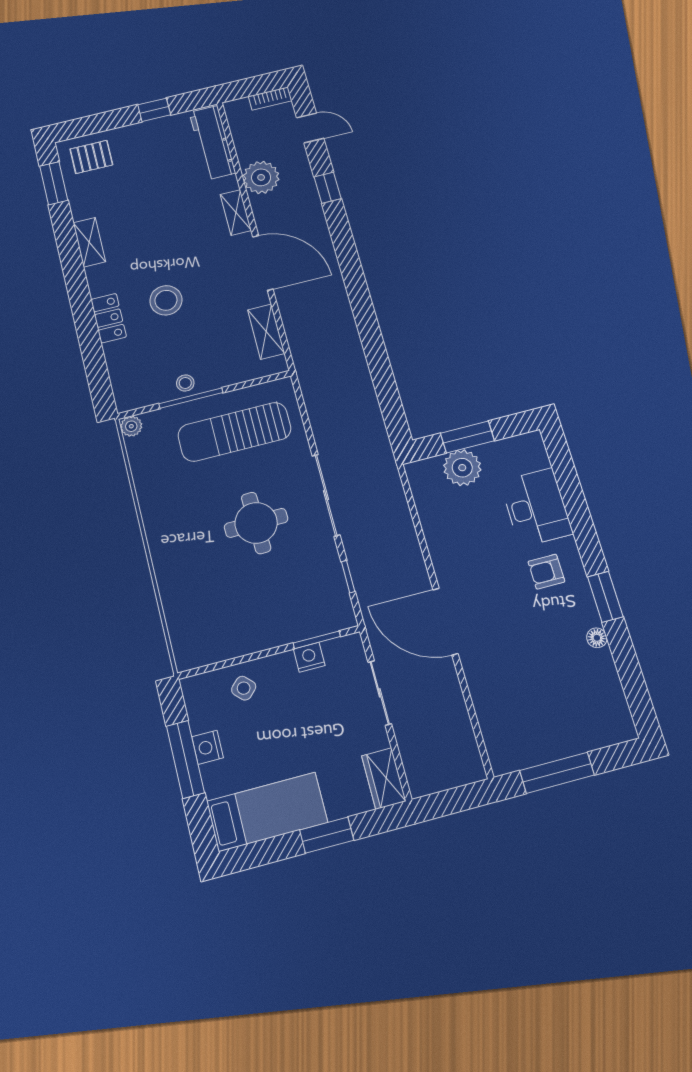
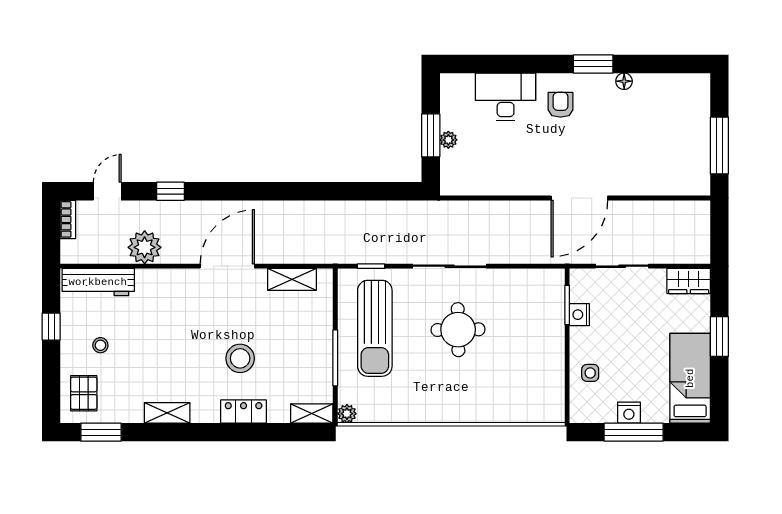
shelving: (236, 212) -> (312, 413), moved
stool: (185, 383) -> (100, 345), moved
plant: (462, 468) -> (448, 140), width x0.53, depth x0.53
armchair: (546, 572) -> (561, 105), turned 180
window: (348, 577) -> (371, 266), moved
side table: (244, 688) -> (590, 373), turned 45

